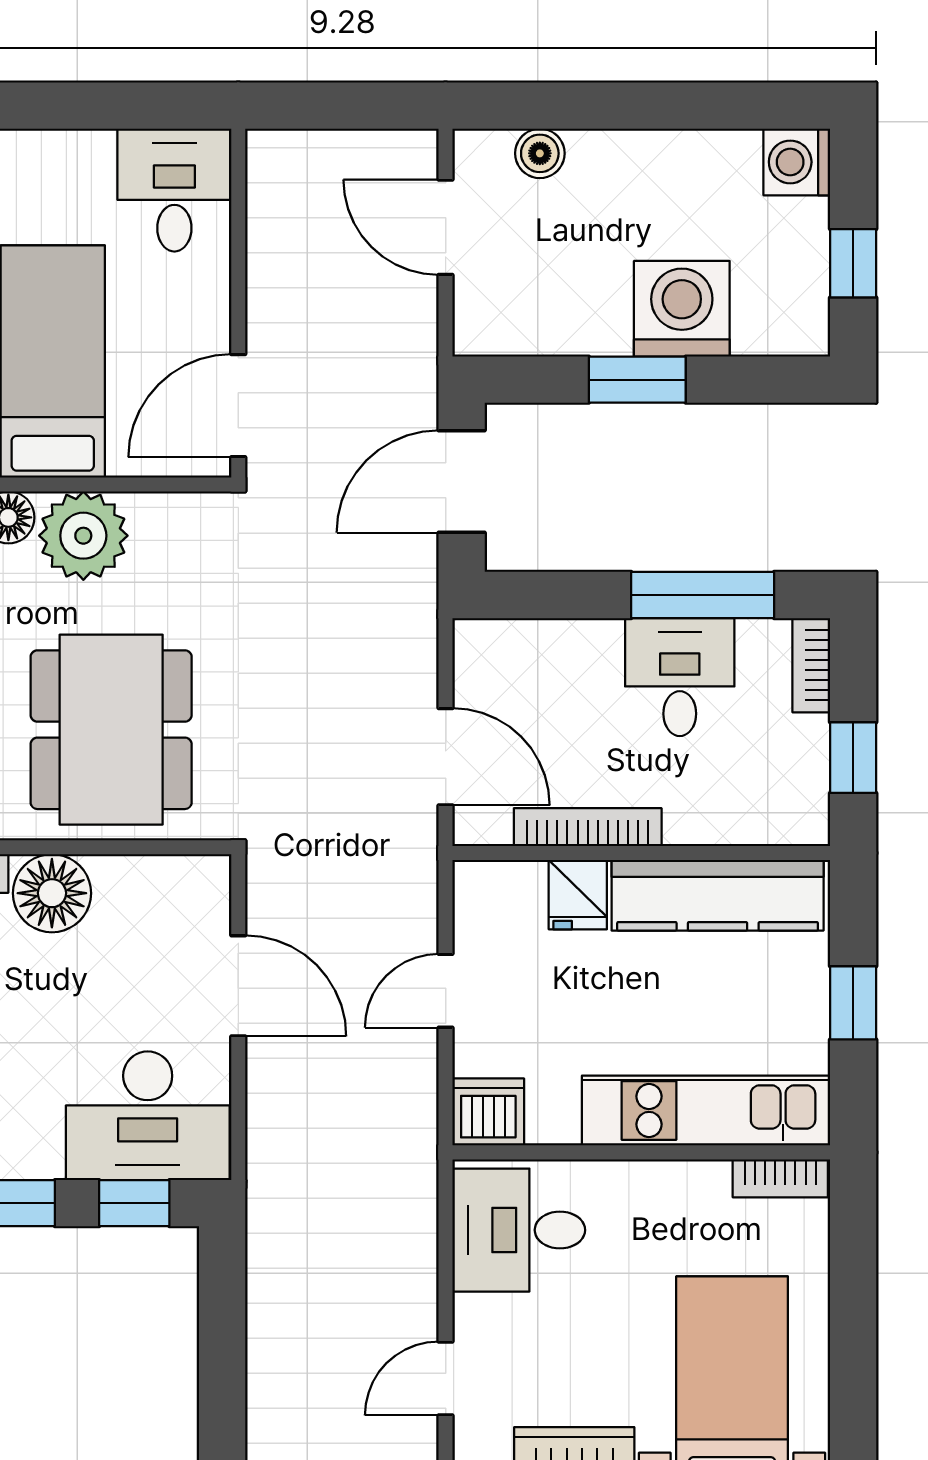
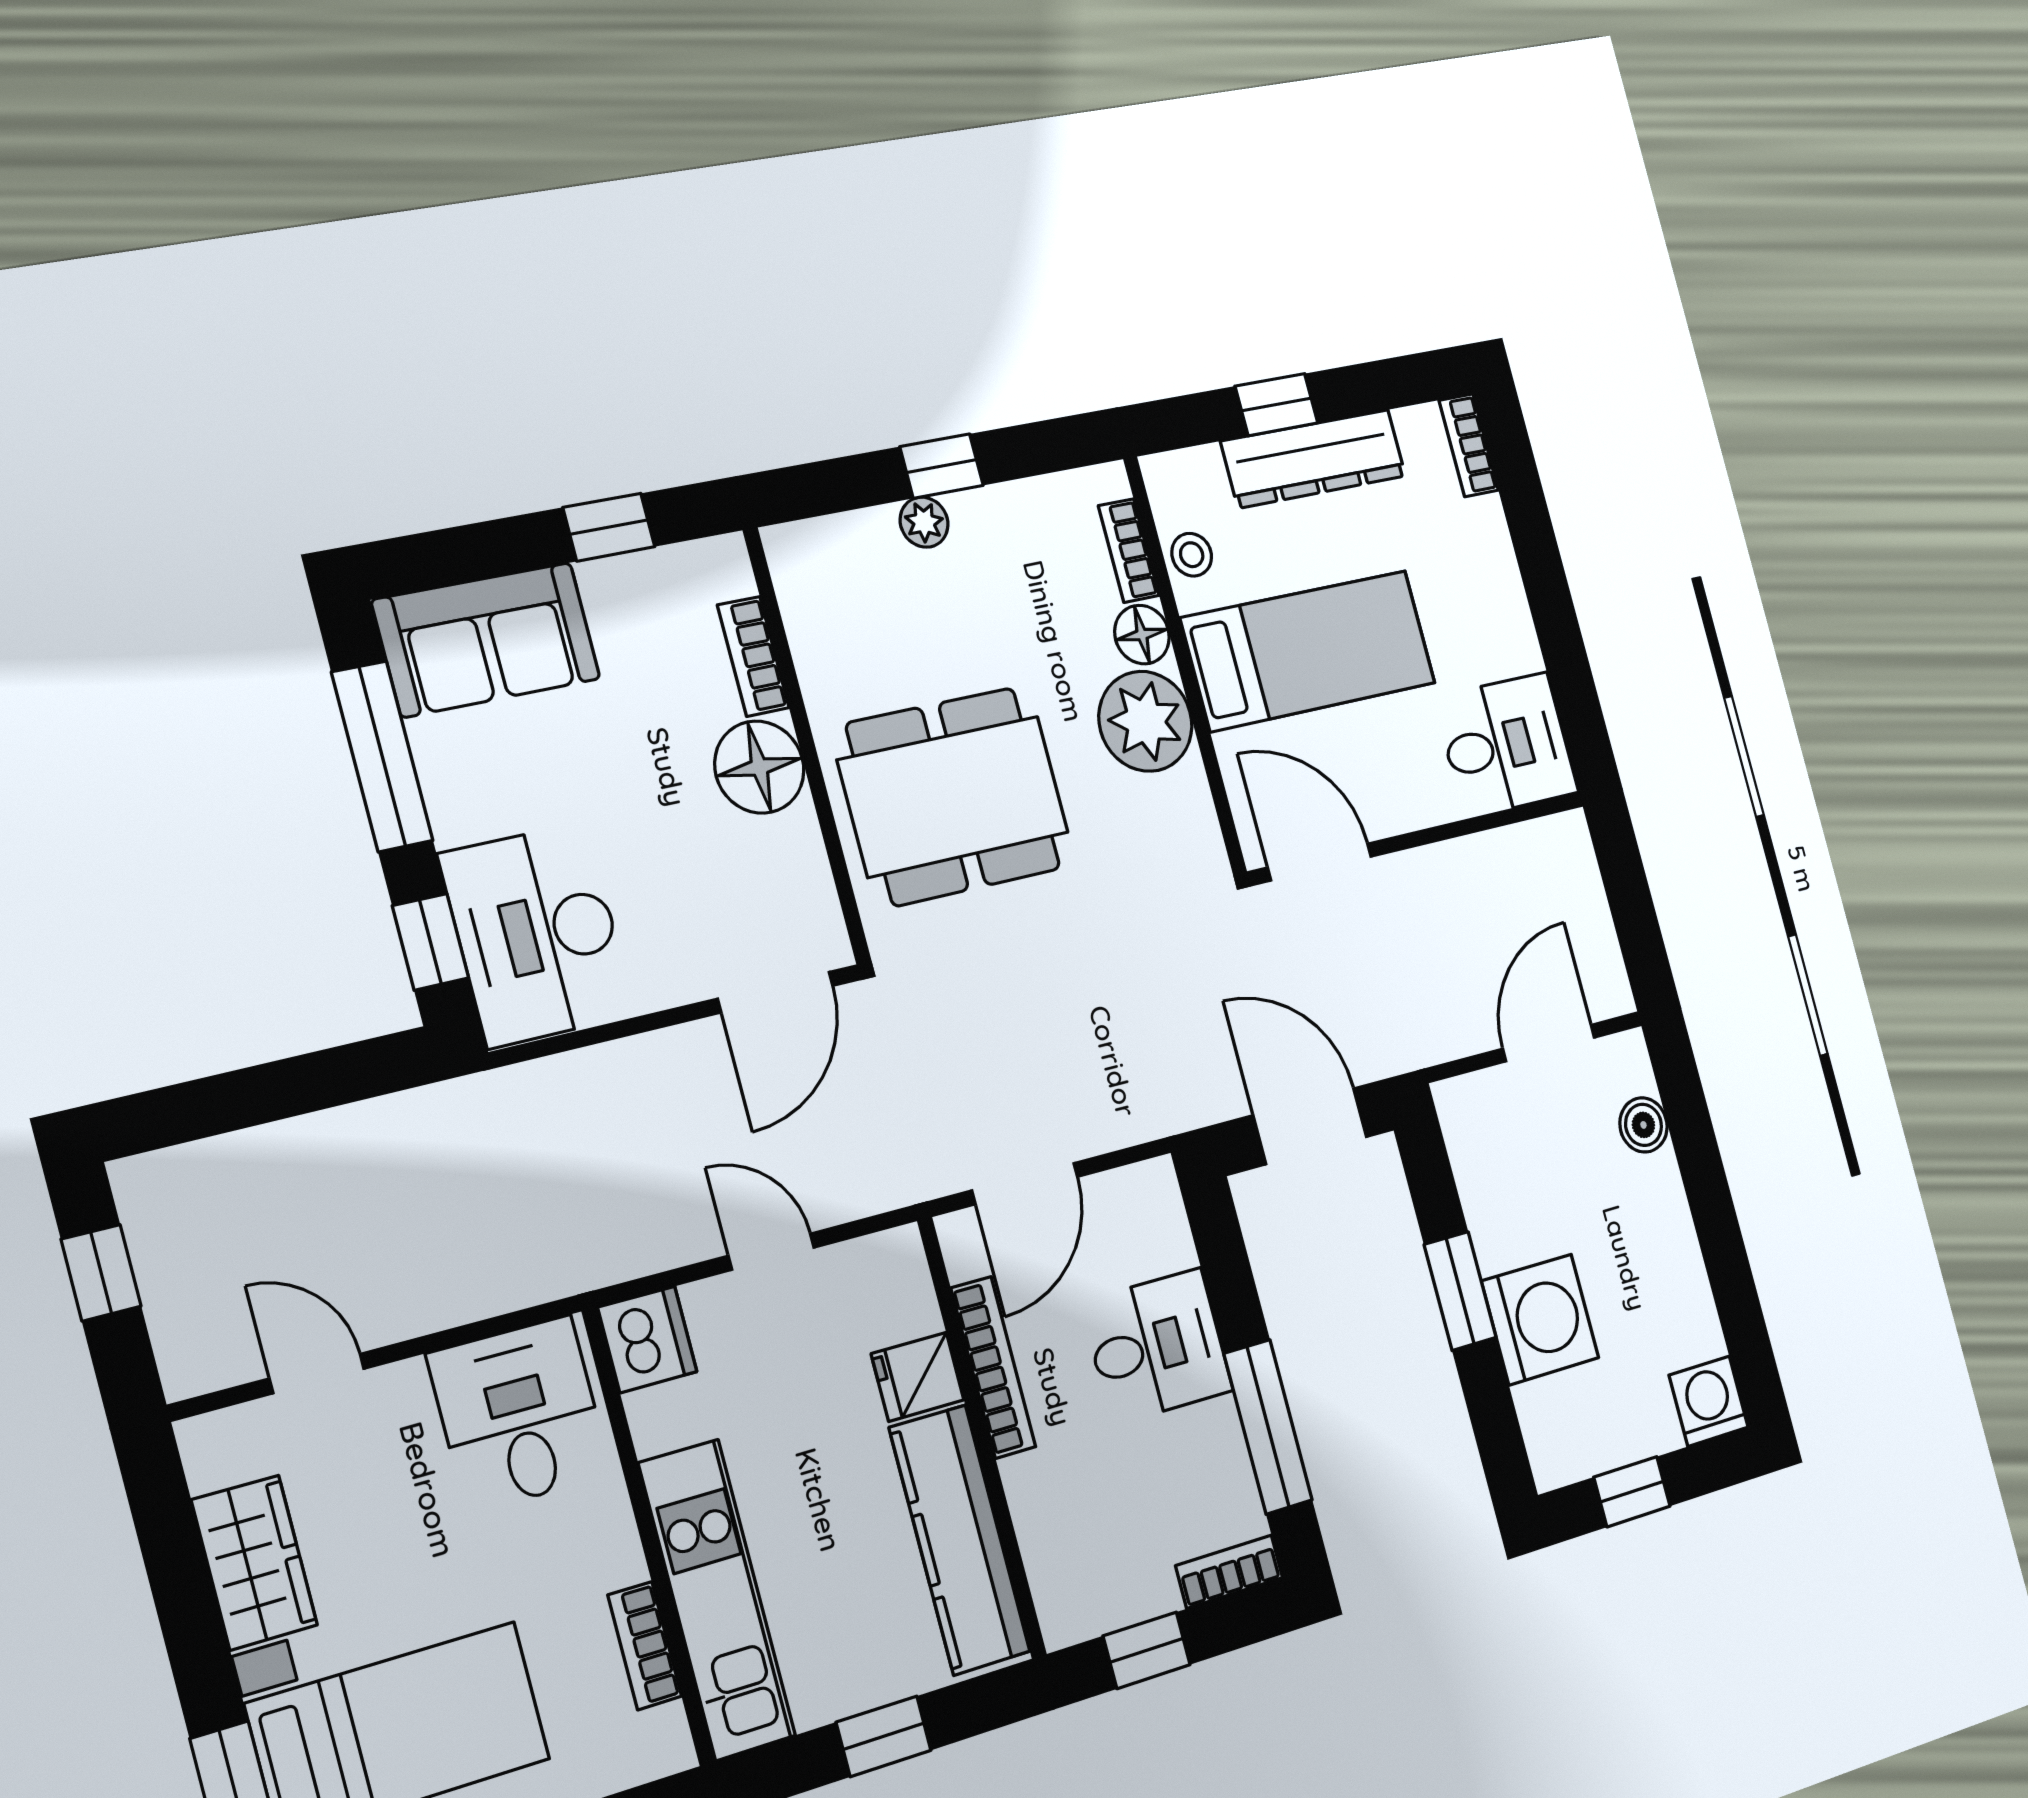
desk: (680, 677) -> (1157, 1346), moved
door: (238, 986) -> (775, 992), moved
bookcase: (780, 1178) -> (645, 1646), moved

